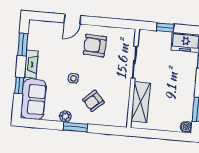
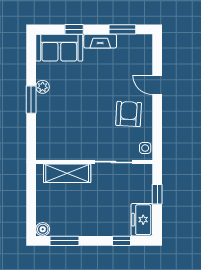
side table: (73, 78) -> (145, 148), moved
armchair: (93, 101) -> (64, 118), removed

